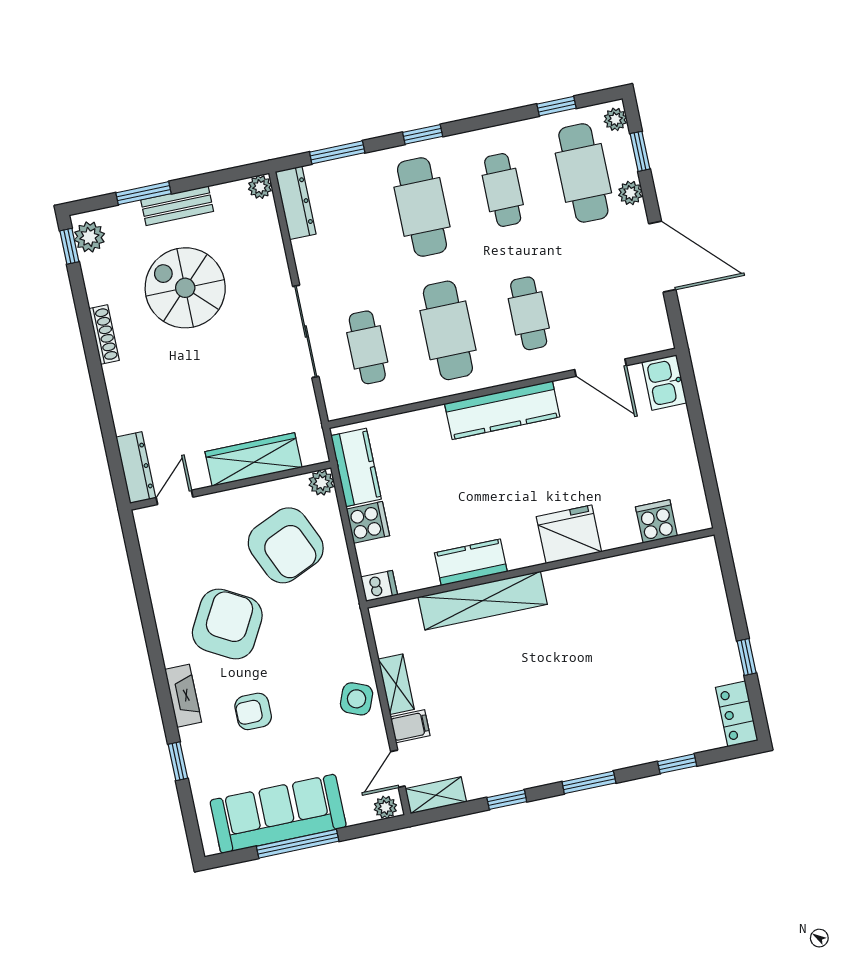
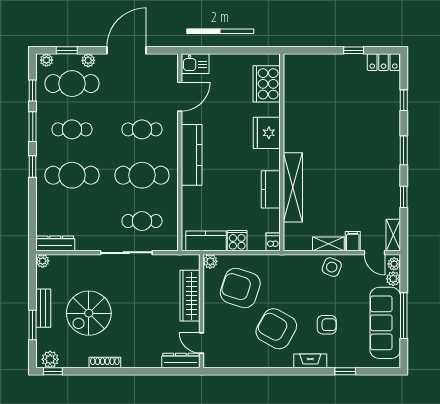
window: (337, 152) -> (33, 127), moved
cooker: (656, 521) -> (267, 84), width x1.87, depth x1.31
armchair: (286, 545) -> (240, 288), turned -138
armchair: (253, 711) -> (327, 325), turned -90
plant: (359, 811) -> (393, 279), added

